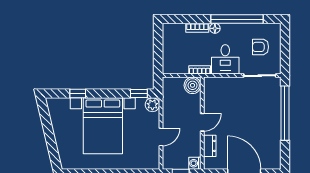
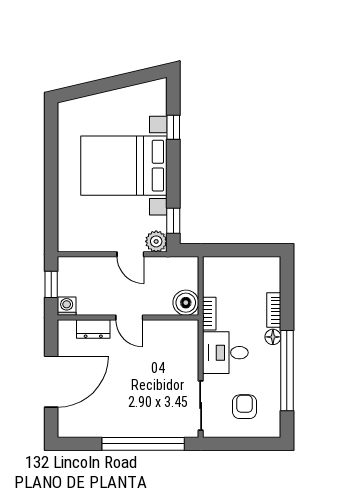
door: (161, 137) -> (130, 254), moved

